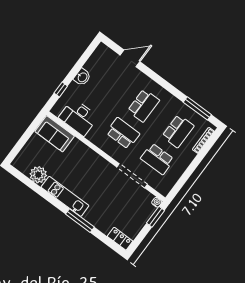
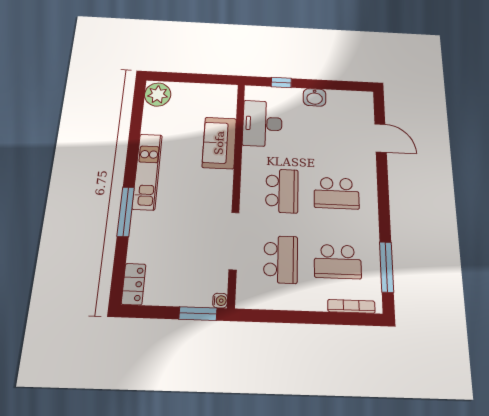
sofa: (55, 134) -> (219, 143), moved
school desk: (157, 159) -> (281, 259), turned 180
plant: (38, 175) -> (158, 95), moved

